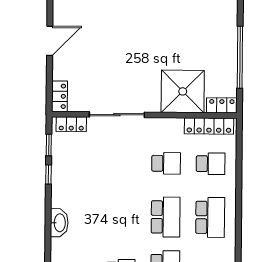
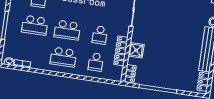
shower: (183, 91) -> (136, 50), width x0.54, depth x0.54
locker: (209, 126) -> (121, 51), moved

